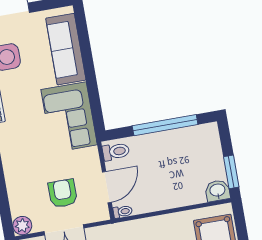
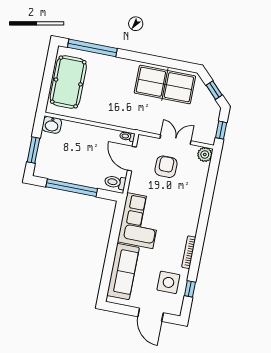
window: (231, 172) -> (33, 150), moved
door: (107, 187) -> (132, 159), hinge flipped
armchair: (63, 193) -> (166, 167), turned 180

